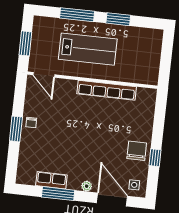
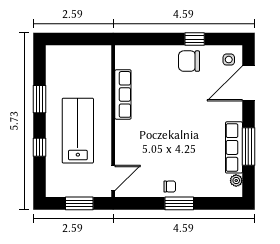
window: (77, 15) -> (39, 147), width x0.46
row of seats: (107, 90) -> (123, 94), width x0.73
row of seats: (51, 180) -> (234, 147), width x1.48
plant: (87, 186) -> (236, 181), moved

